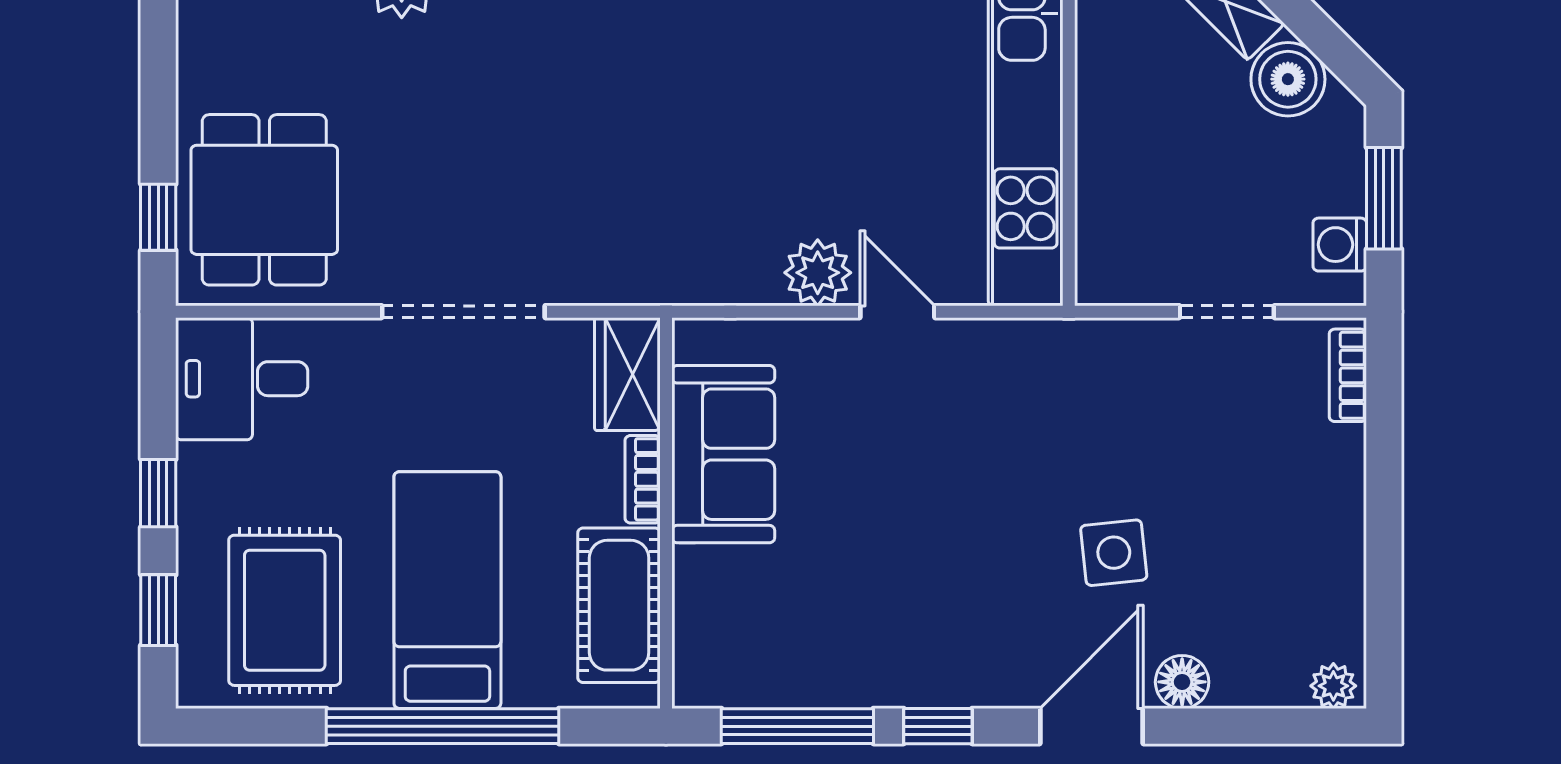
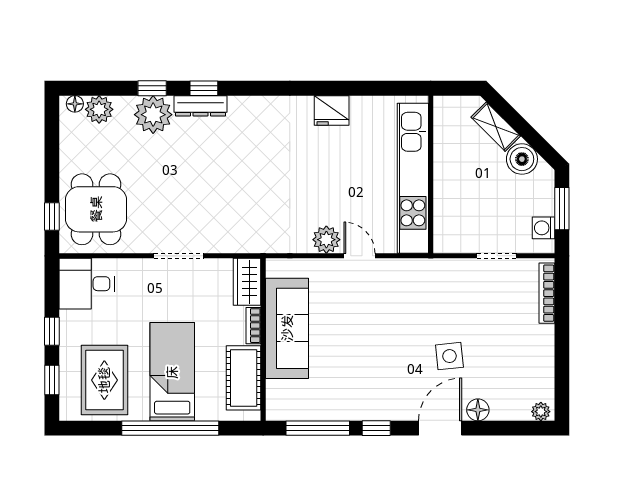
doorway: (463, 312) -> (179, 256), width x0.73
bookcase: (1348, 375) -> (547, 293), width x1.56
sofa: (723, 454) -> (287, 328), width x1.36

